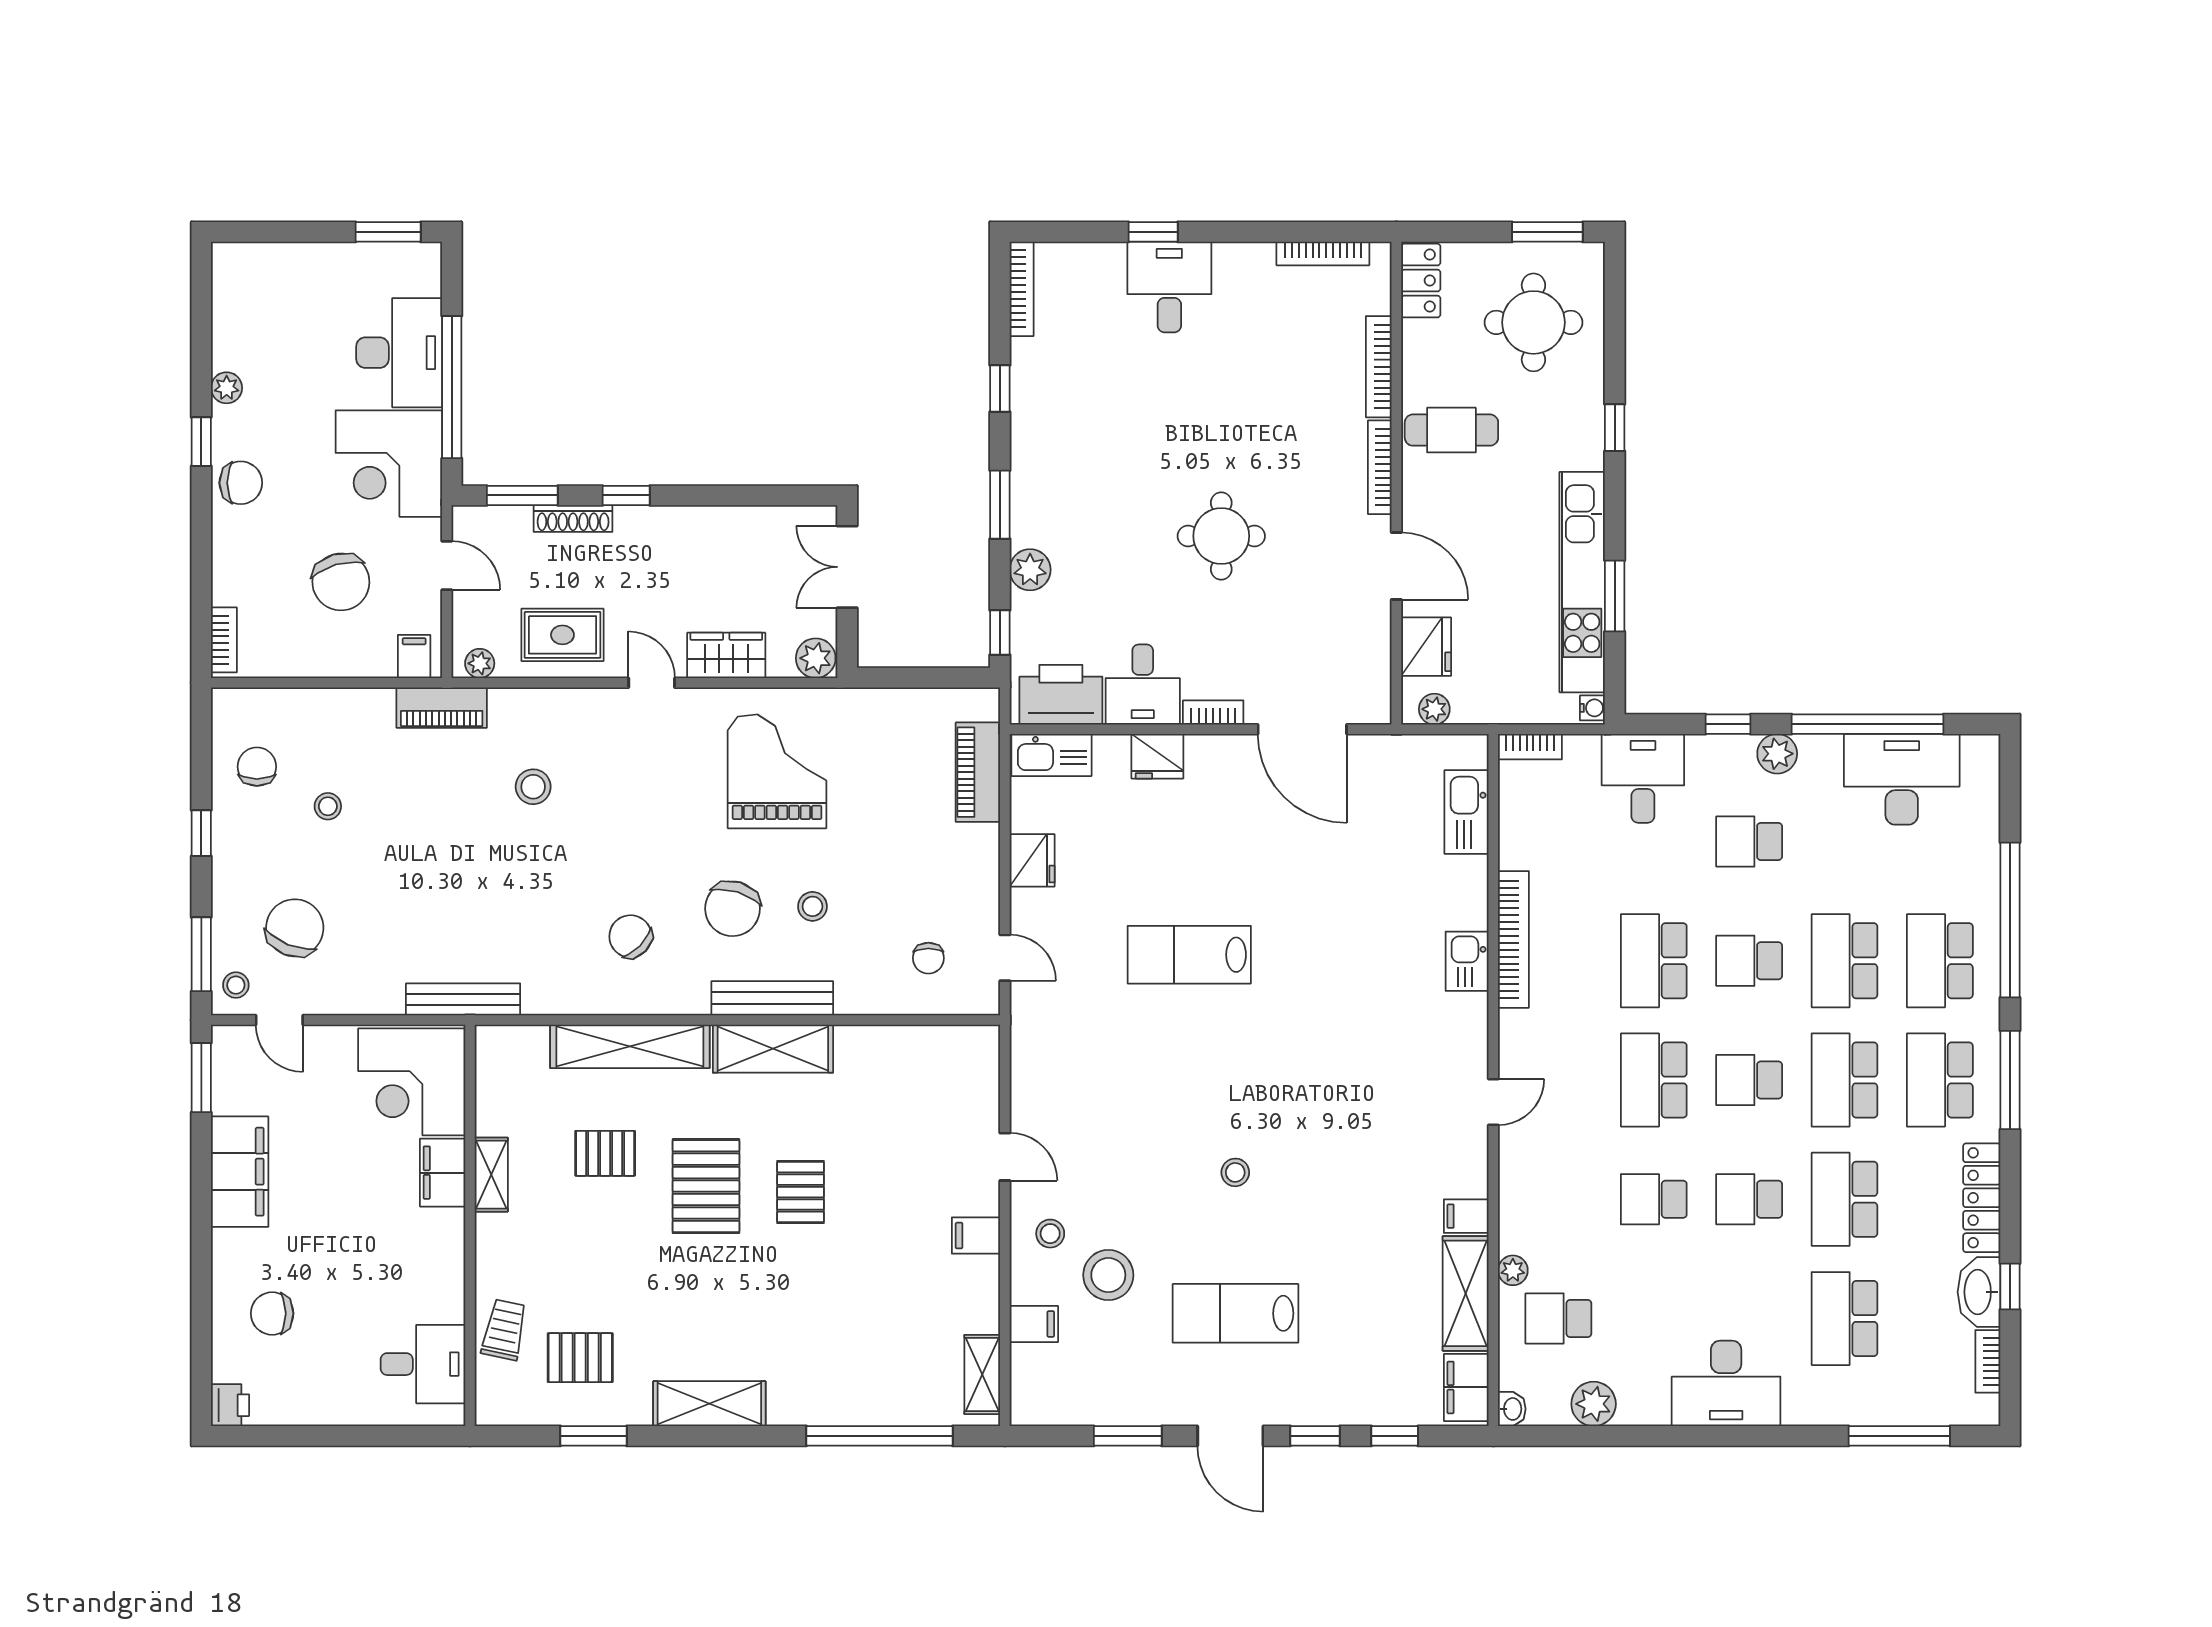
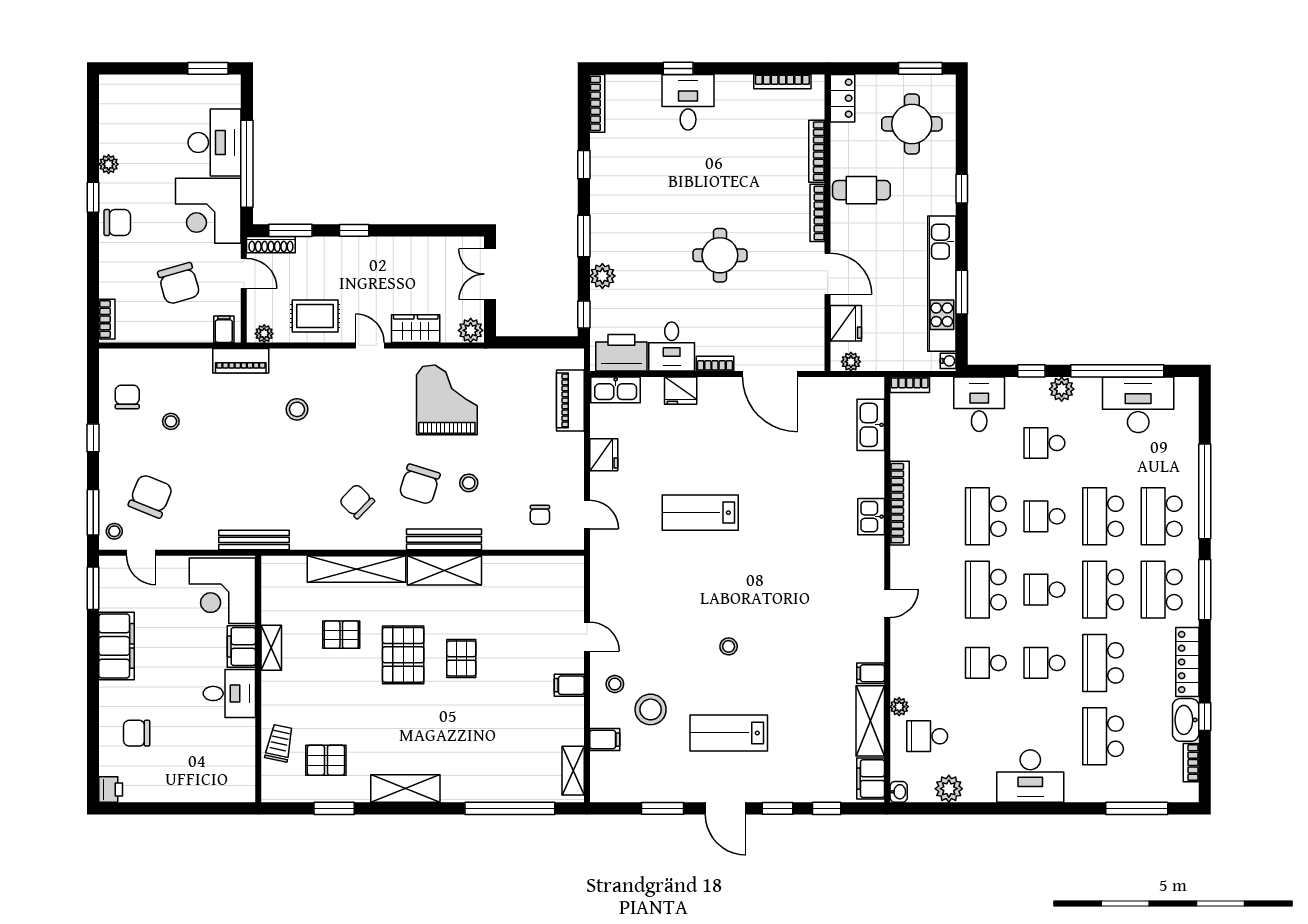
shoe rack: (573, 519) -> (271, 245), moved
desk: (423, 1364) -> (229, 693), moved

